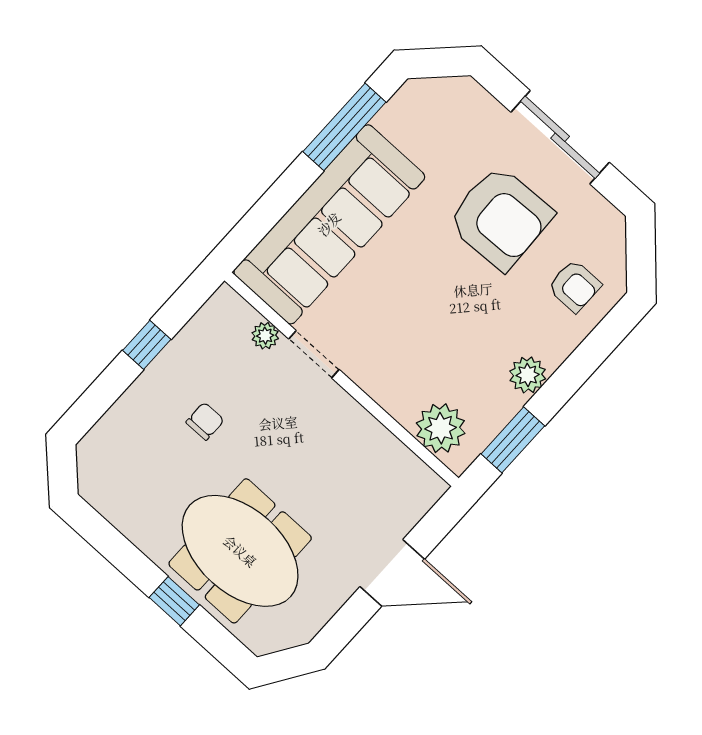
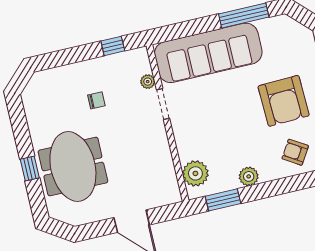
armchair: (574, 286) -> (295, 152), turned 122
window: (147, 345) -> (113, 46), moved

